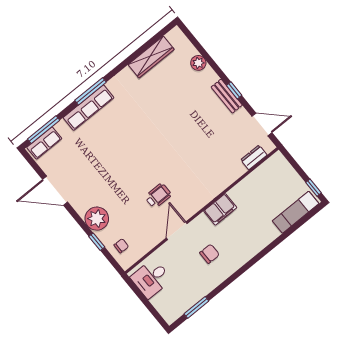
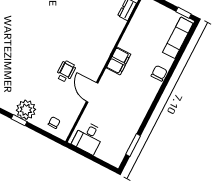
window: (97, 242) -> (19, 120), moved
chair: (210, 254) -> (159, 73), moved

